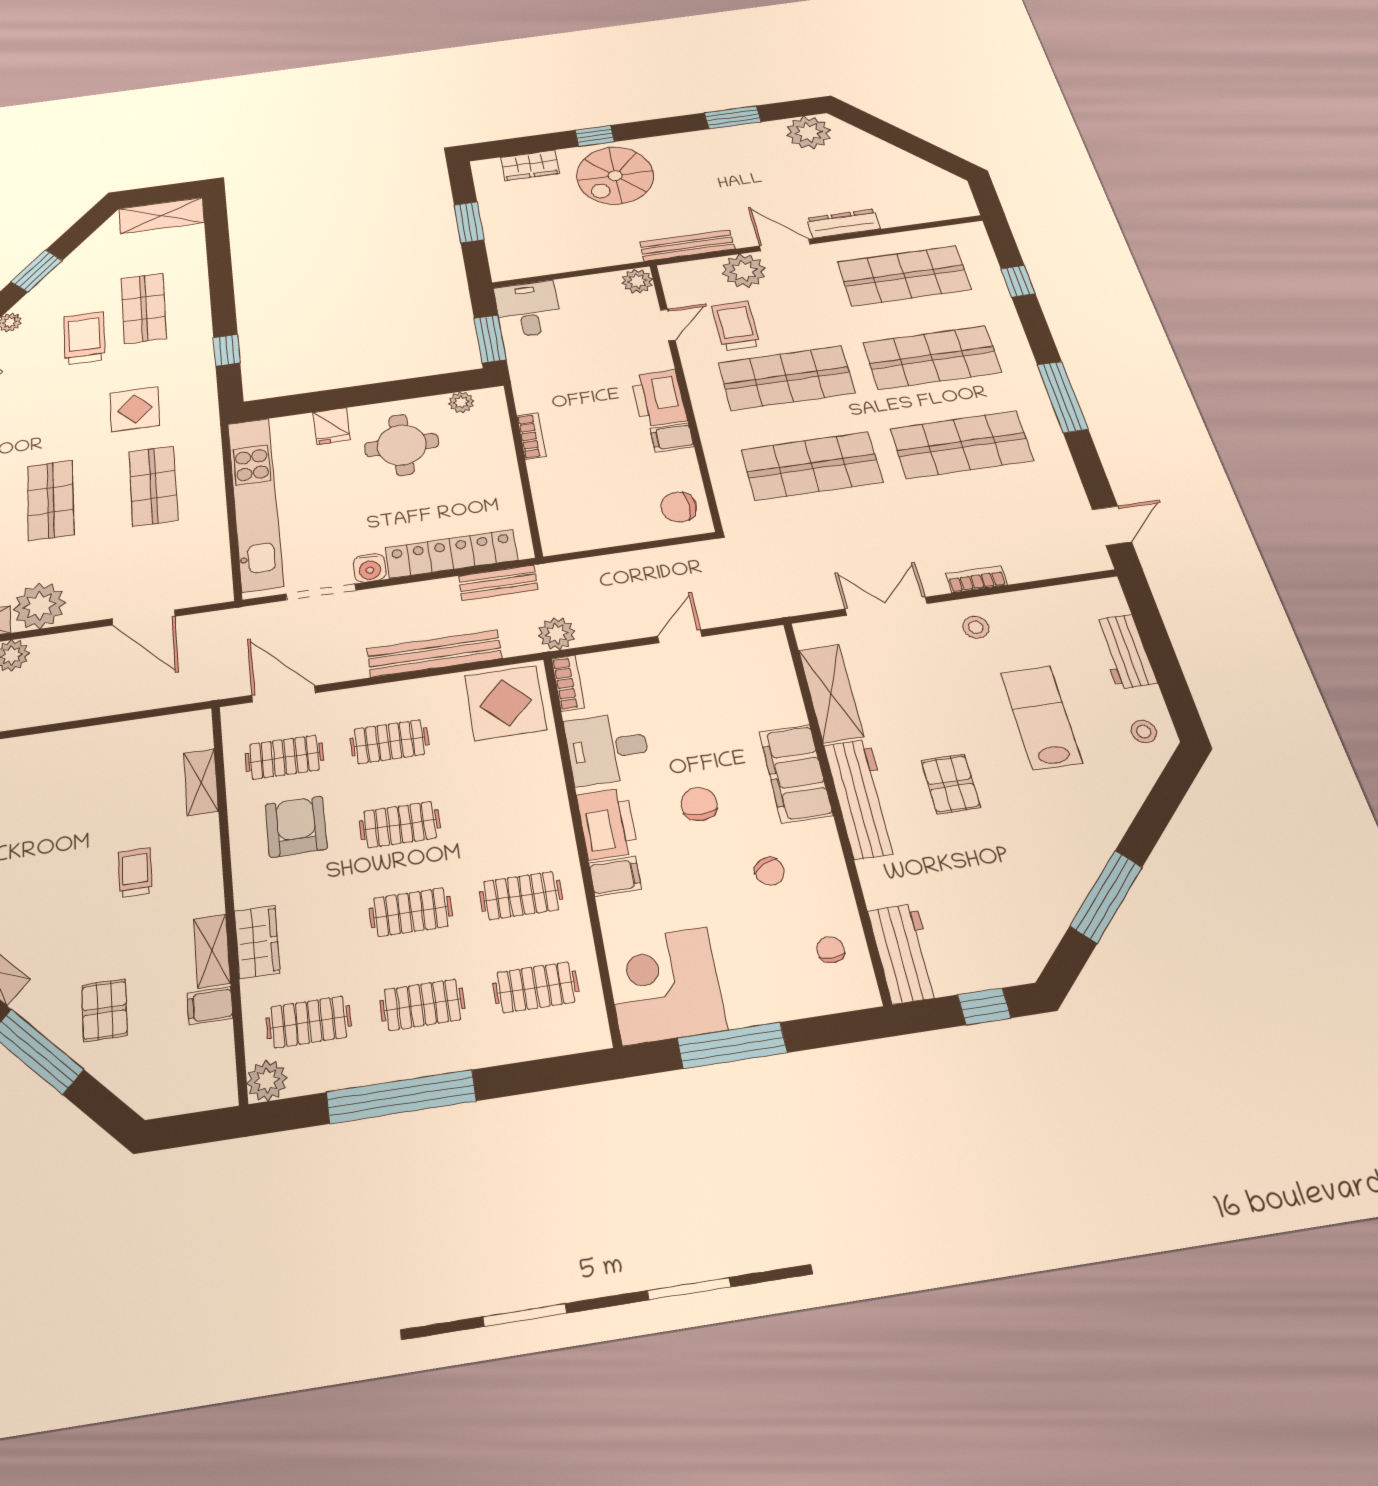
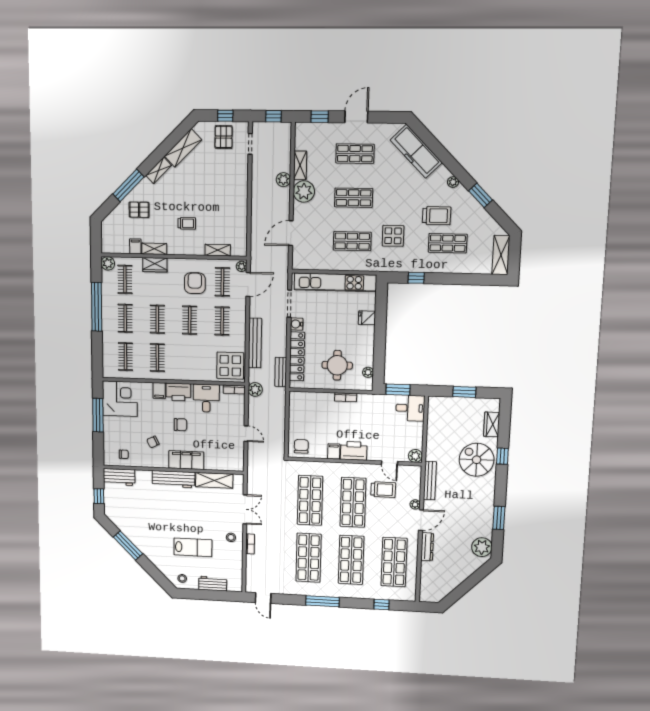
plant: (744, 271) -> (415, 504), width x0.53, depth x0.53
round table: (402, 445) -> (337, 365), moved
plant: (238, 717) -> (242, 266), added
pallet: (951, 784) -> (174, 510), removed
armchair: (296, 827) -> (195, 283), turned -90

